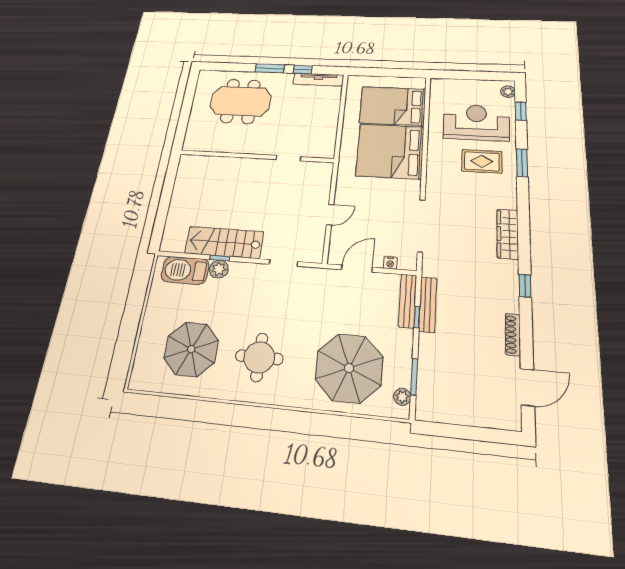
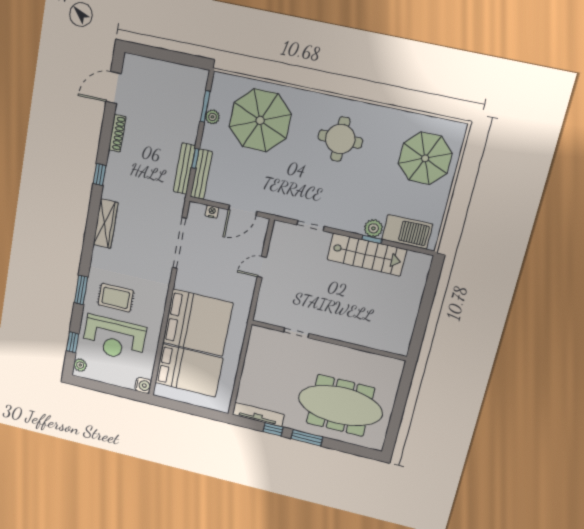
water cooler: (438, 85) -> (143, 385), added
meeting table: (241, 101) -> (340, 405), width x1.36
parasol: (191, 349) -> (425, 158), moved
plant: (402, 397) -> (212, 117), moved

